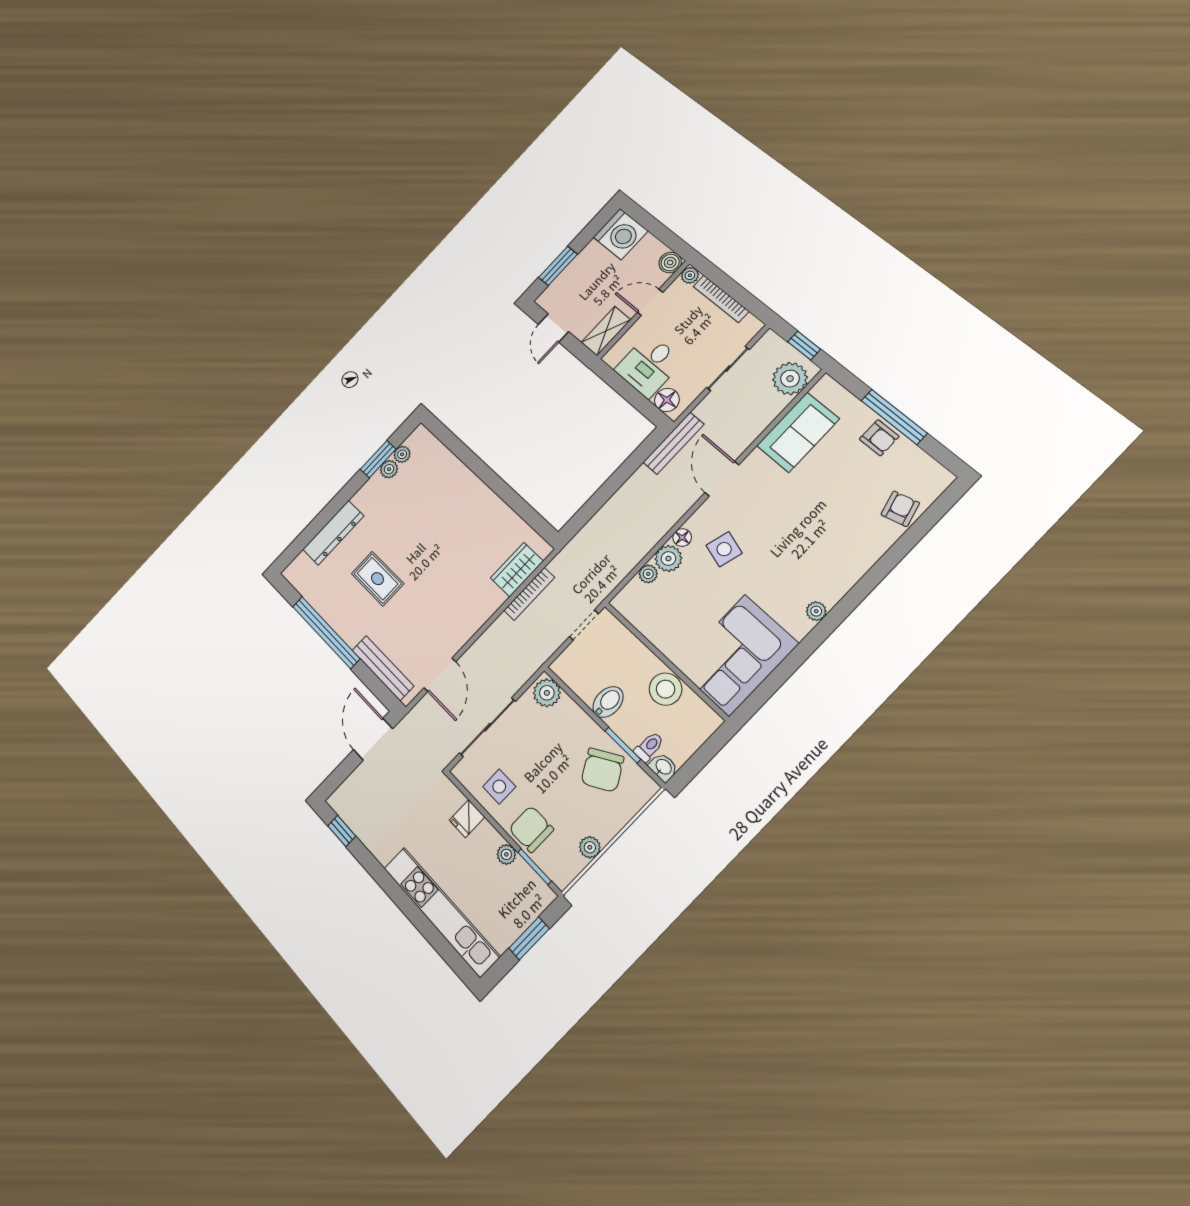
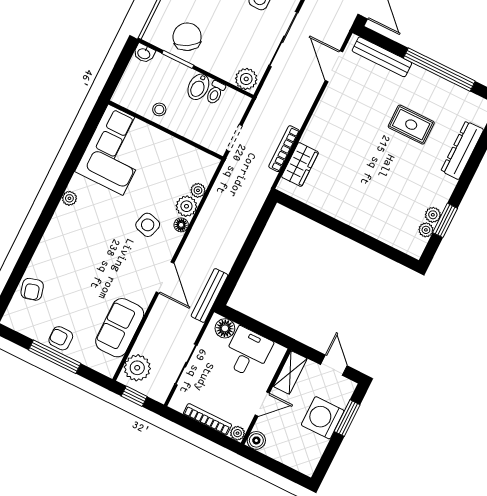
washing machine: (621, 234) -> (323, 418), moved
stool: (666, 689) -> (159, 109), width x0.53, depth x0.53
toilet: (649, 747) -> (215, 93), moved

